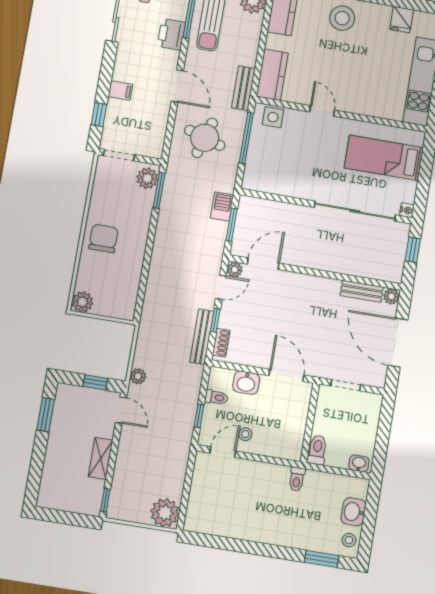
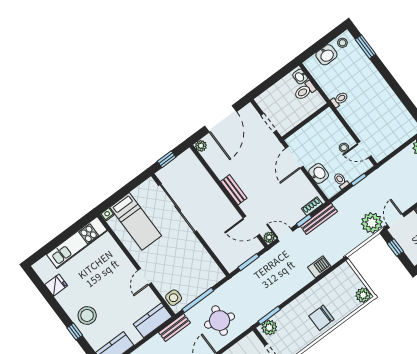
barbecue: (222, 207) -> (319, 267), moved, turned 180
nightstand: (407, 210) -> (108, 214), moved
bench: (362, 291) -> (234, 190), moved
plant: (138, 376) -> (372, 223), width x1.87, depth x1.87
toilet: (317, 450) -> (305, 91), moved

